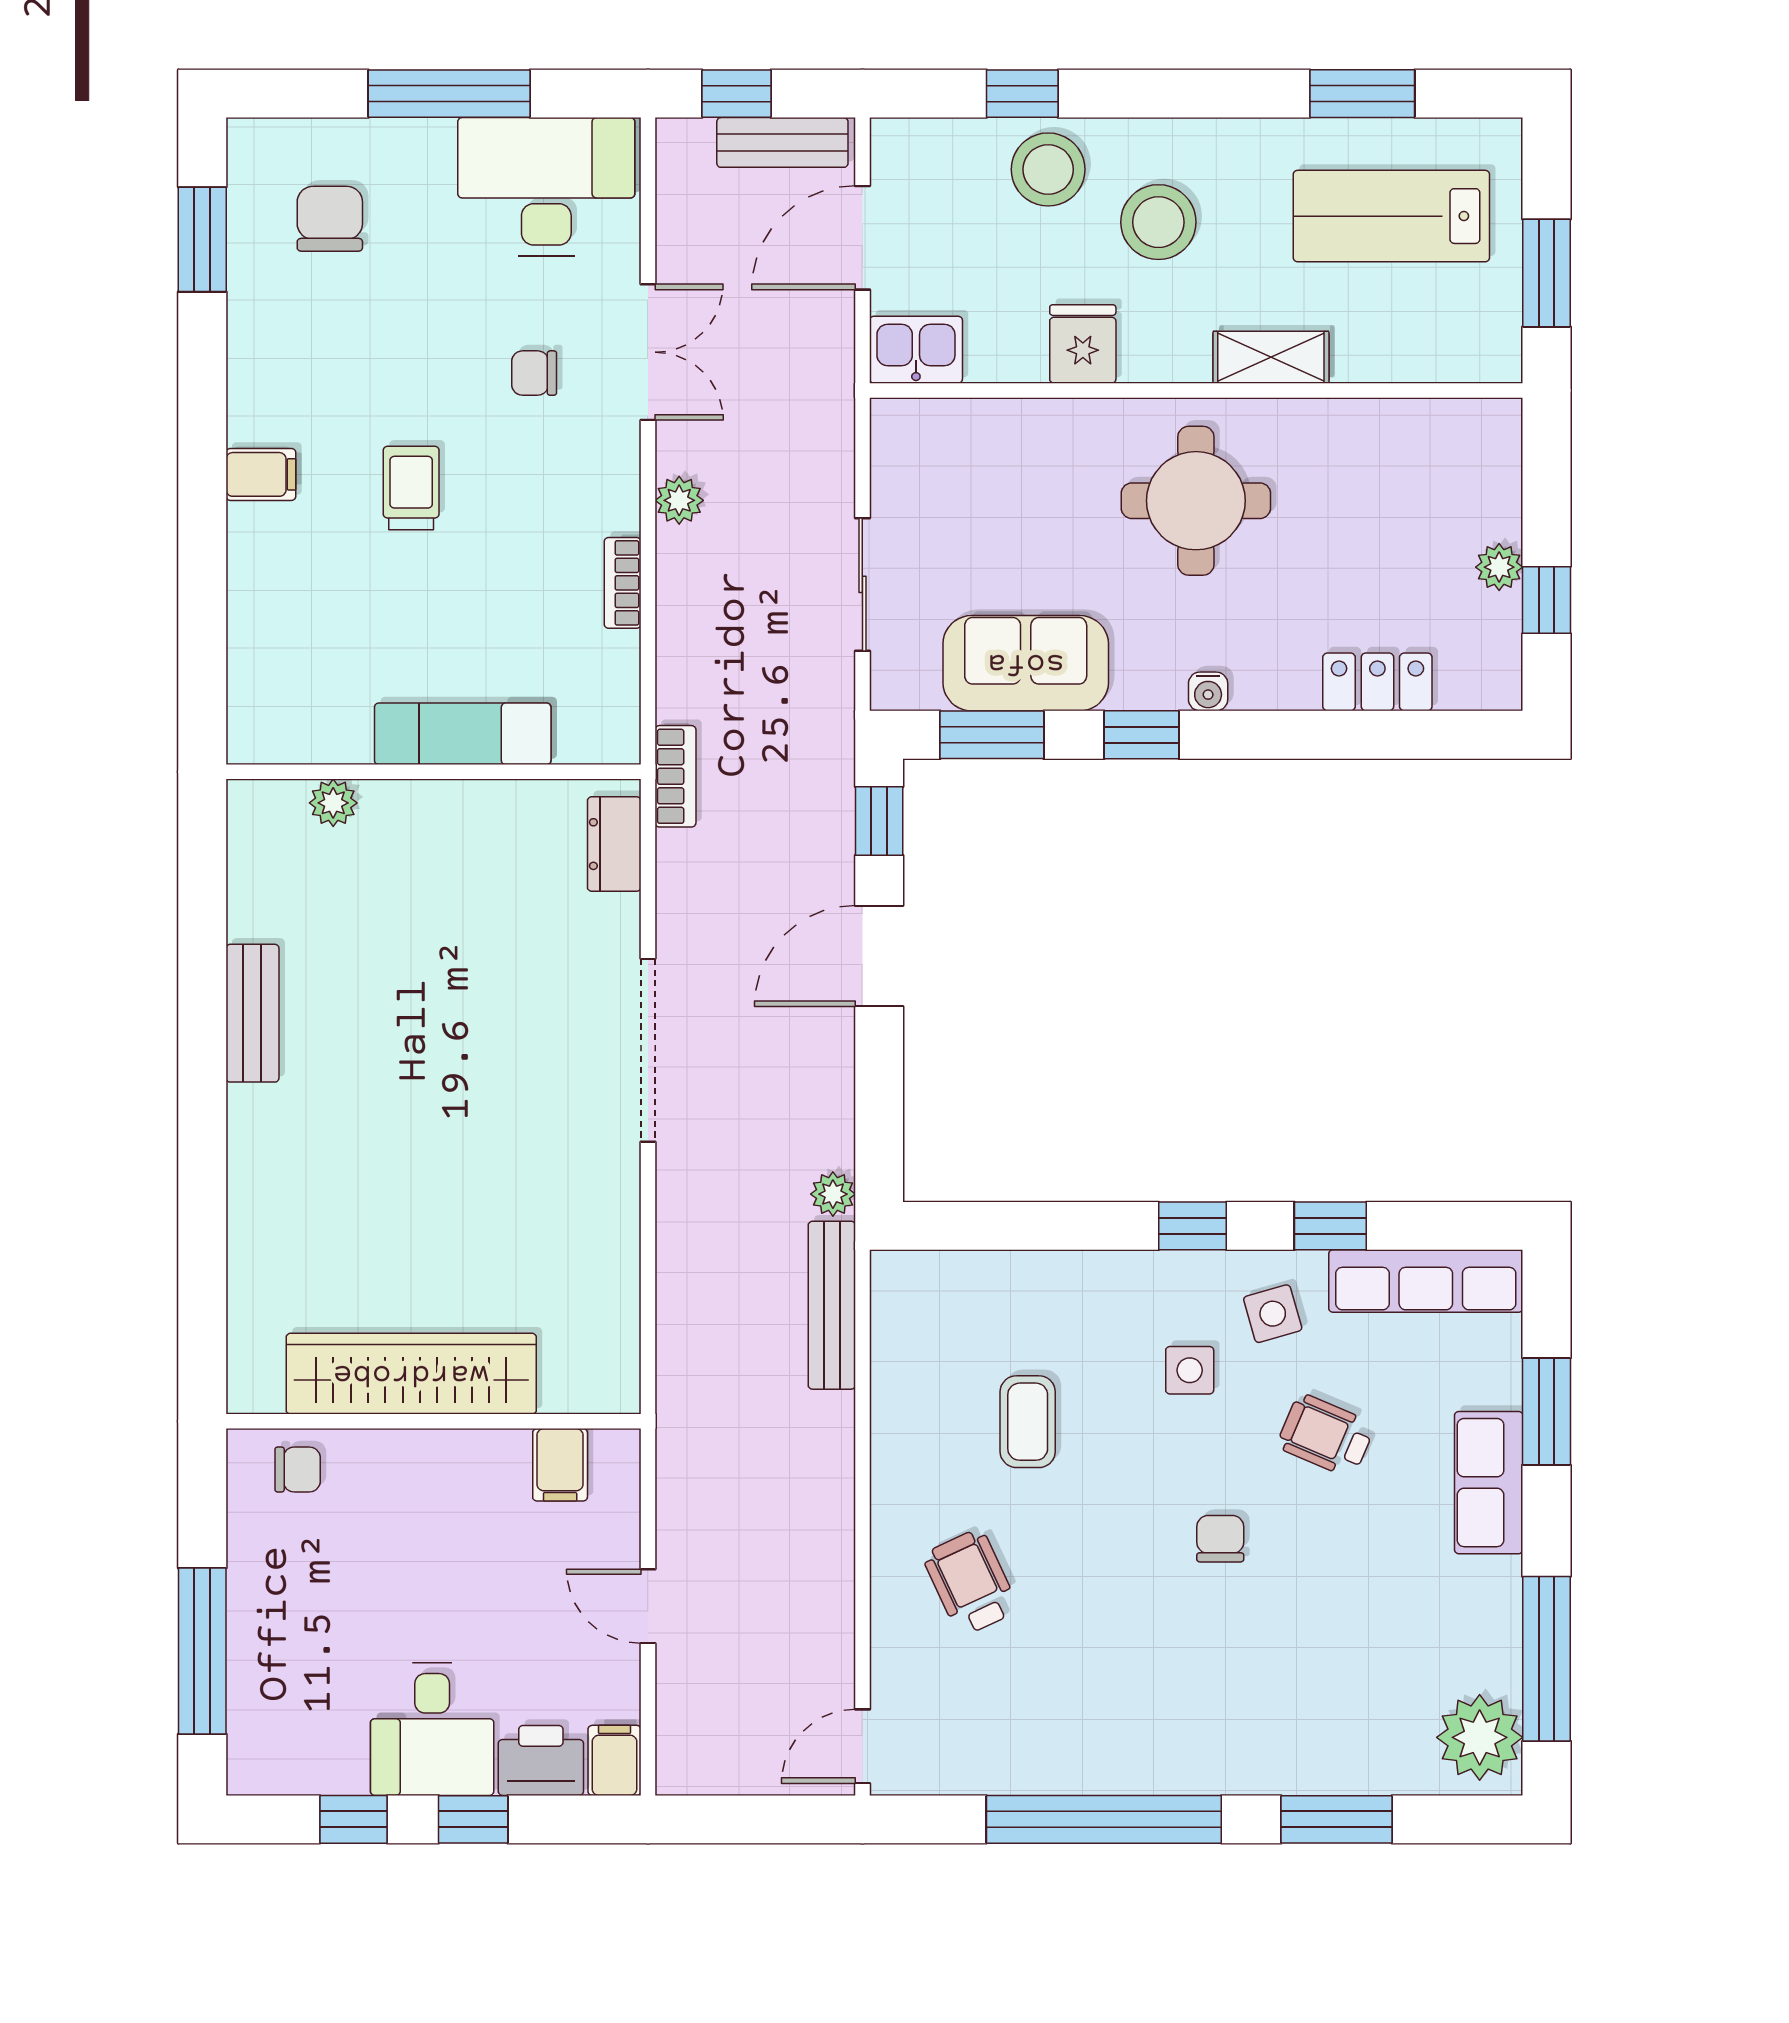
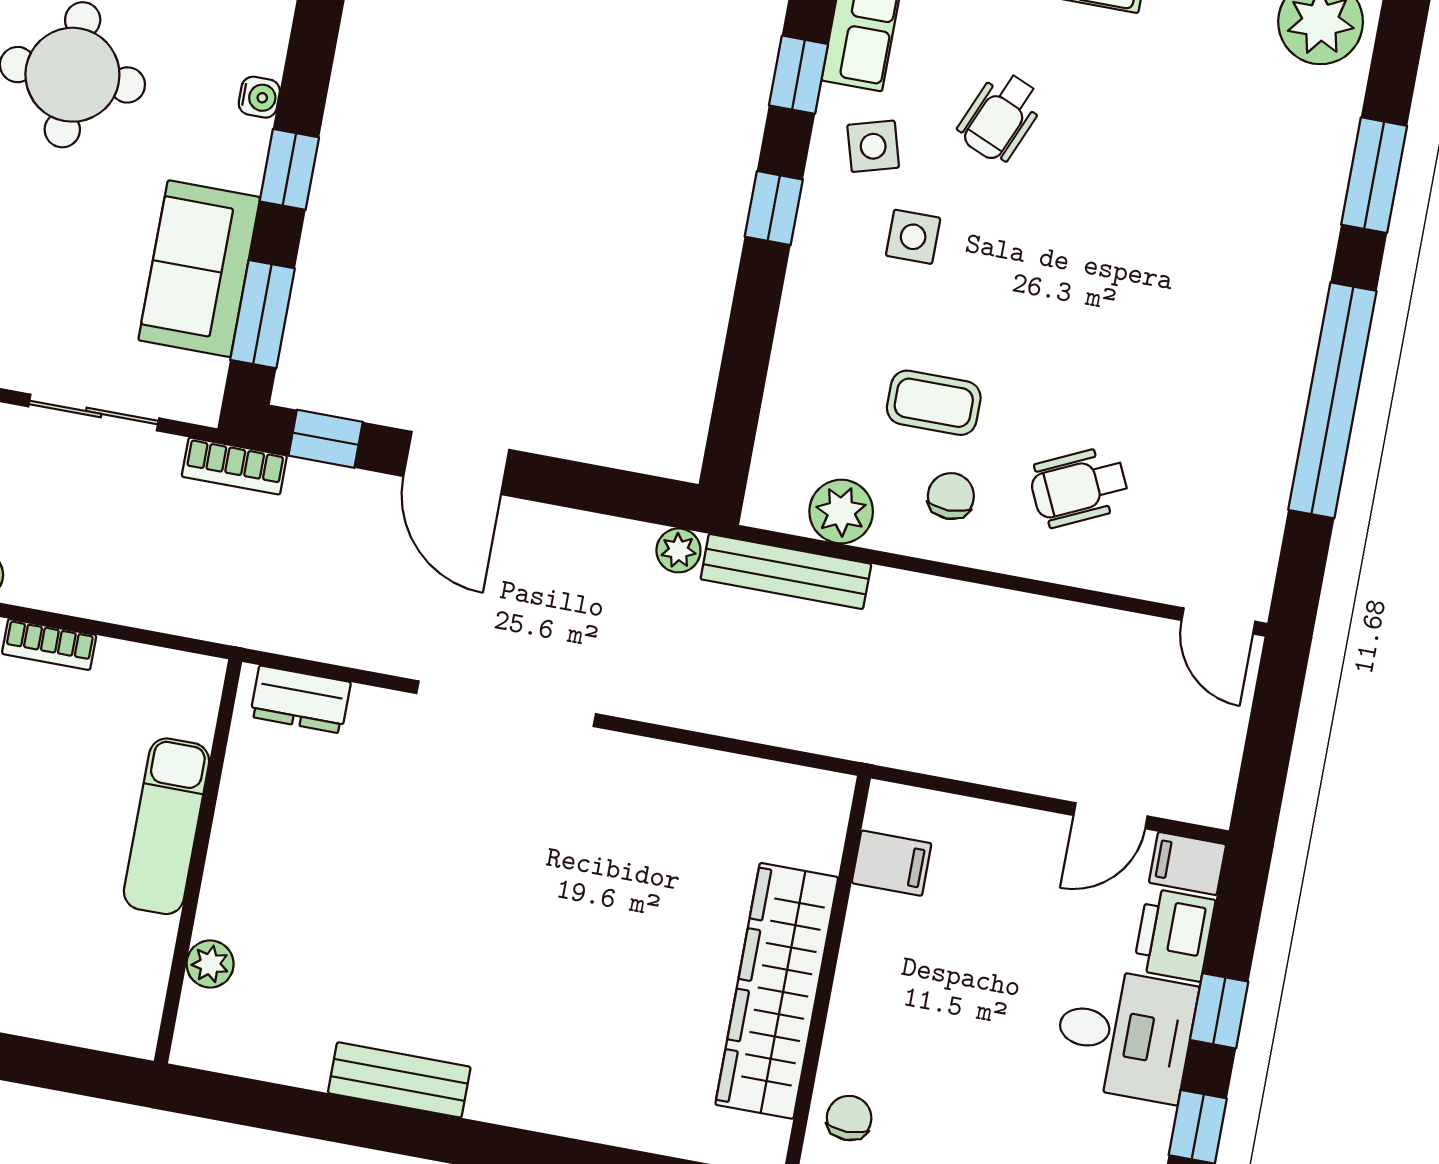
bookcase: (675, 776) -> (234, 466), moved, turned 180
plant: (902, 1349) -> (841, 512), added
chair: (1220, 1539) -> (951, 496), moved, turned 90
door: (648, 1606) -> (1110, 816), moved

